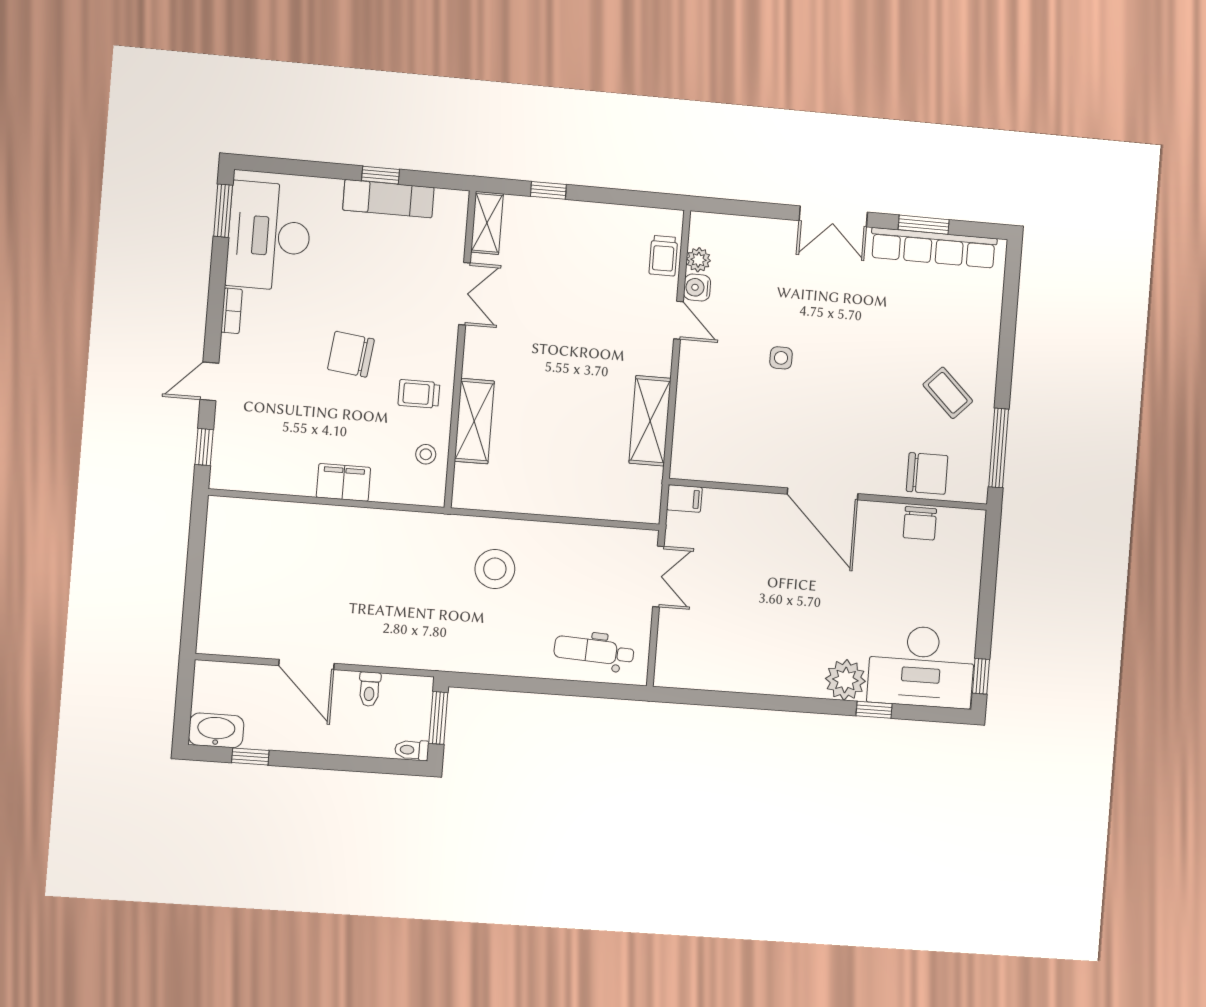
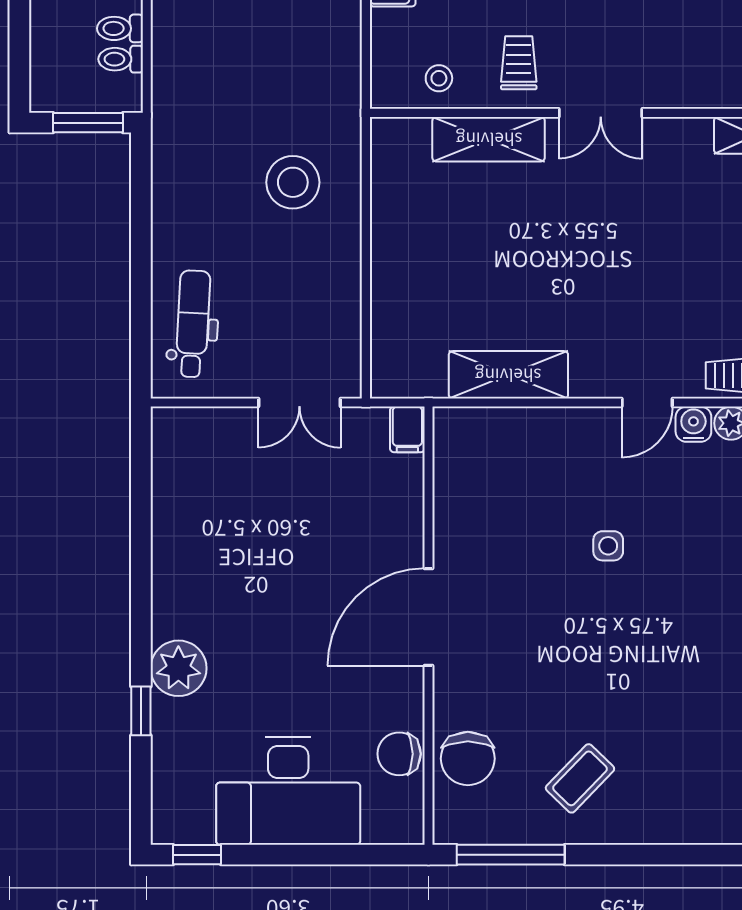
double door: (465, 294) -> (601, 113), moved
desk: (921, 666) -> (288, 791), moved, turned -90
toilet: (412, 750) -> (121, 59), moved, turned -90

